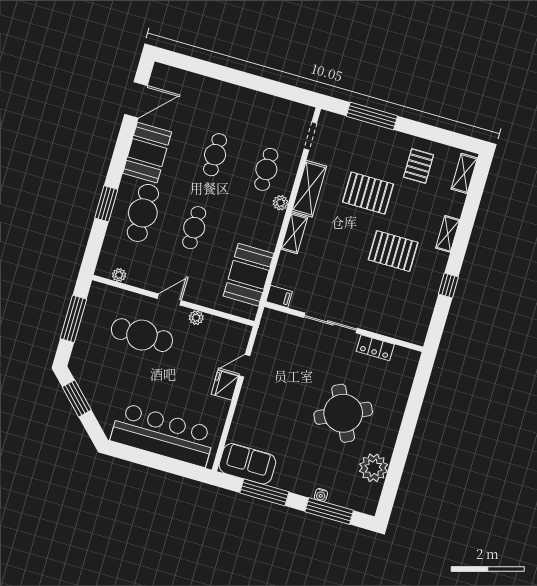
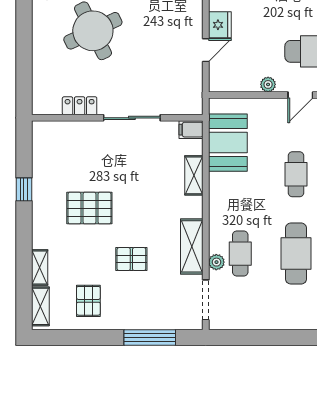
doorway: (310, 136) -> (206, 300), width x1.38
cafe table: (215, 155) -> (296, 254), width x1.37, depth x1.35
pallet: (368, 193) -> (131, 259), width x0.67, depth x0.71
plant: (280, 203) -> (216, 262), moved
shelving: (294, 233) -> (194, 175), moved
shelving: (448, 234) -> (40, 268), moved

